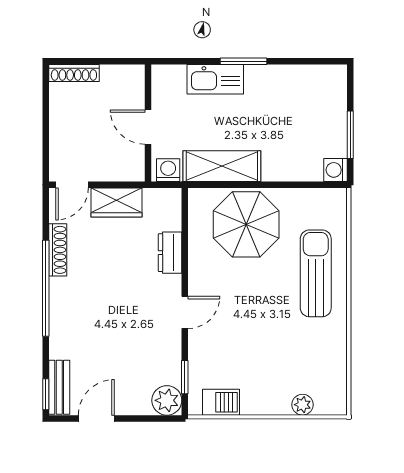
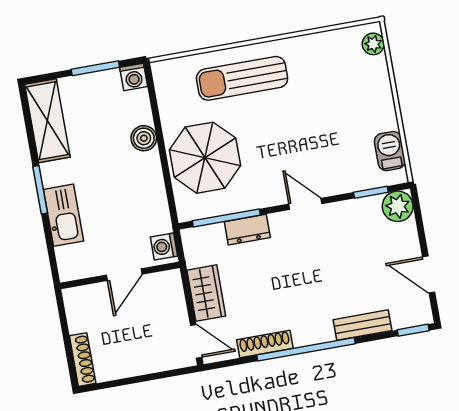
shelving: (222, 166) -> (47, 121), moved
boiler: (275, 169) -> (144, 138), added
window: (185, 235) -> (226, 218), added
bench: (59, 387) -> (363, 325), moved
plant: (303, 405) -> (373, 44), moved

